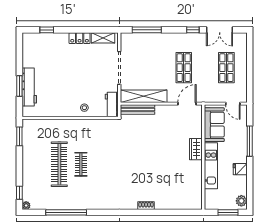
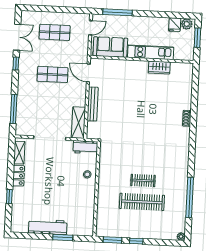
window: (47, 30) -> (9, 197), moved
workbench: (29, 87) -> (48, 227), moved
shelving: (144, 96) -> (78, 123), width x0.68
bench: (138, 110) -> (93, 104), moved
window: (250, 141) -> (117, 12), moved
wardrobe: (196, 149) -> (159, 68), moved
fridge: (240, 169) -> (175, 25), moved
window: (19, 193) -> (136, 241), moved

